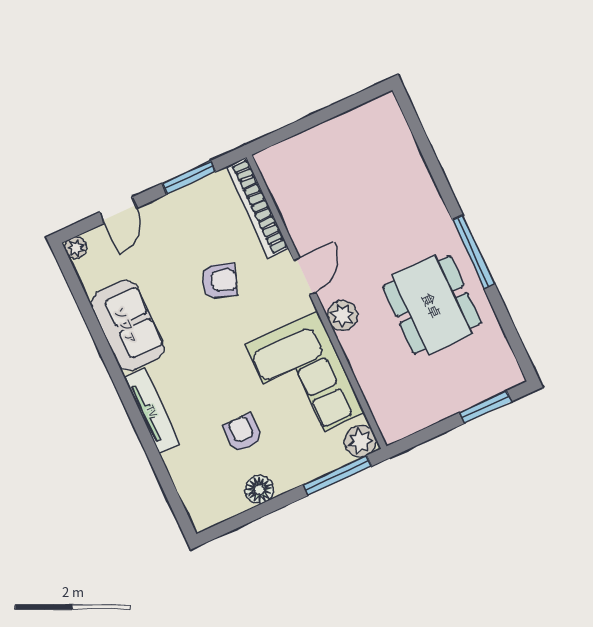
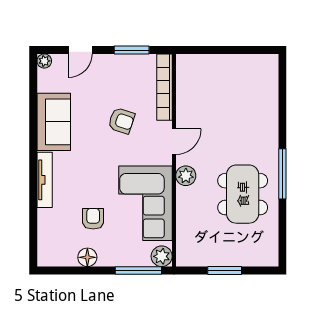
window: (485, 407) -> (225, 271), moved

